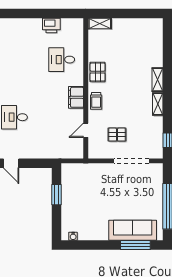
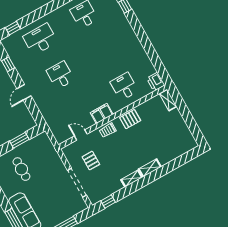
printer: (51, 26) -> (156, 82), moved
cafe table: (87, 209) -> (21, 169), added

